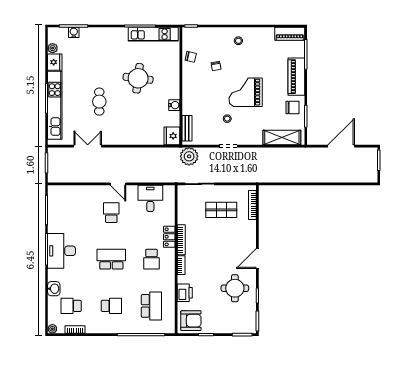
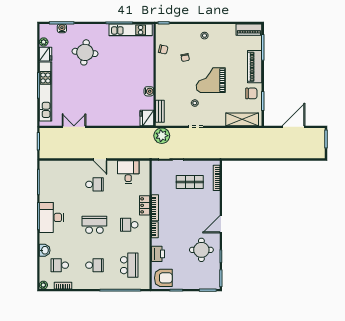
round table: (138, 78) -> (85, 52), moved
cafe table: (99, 102) -> (84, 88), removed
school desk: (111, 213) -> (94, 184), turned 90
school desk: (151, 259) -> (129, 225), turned 90

